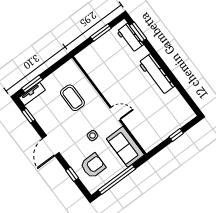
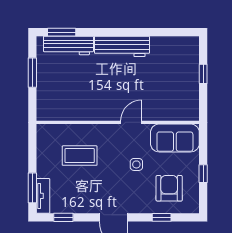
workbench: (130, 38) -> (68, 45), width x1.38
window: (117, 179) -> (203, 174), width x0.32

